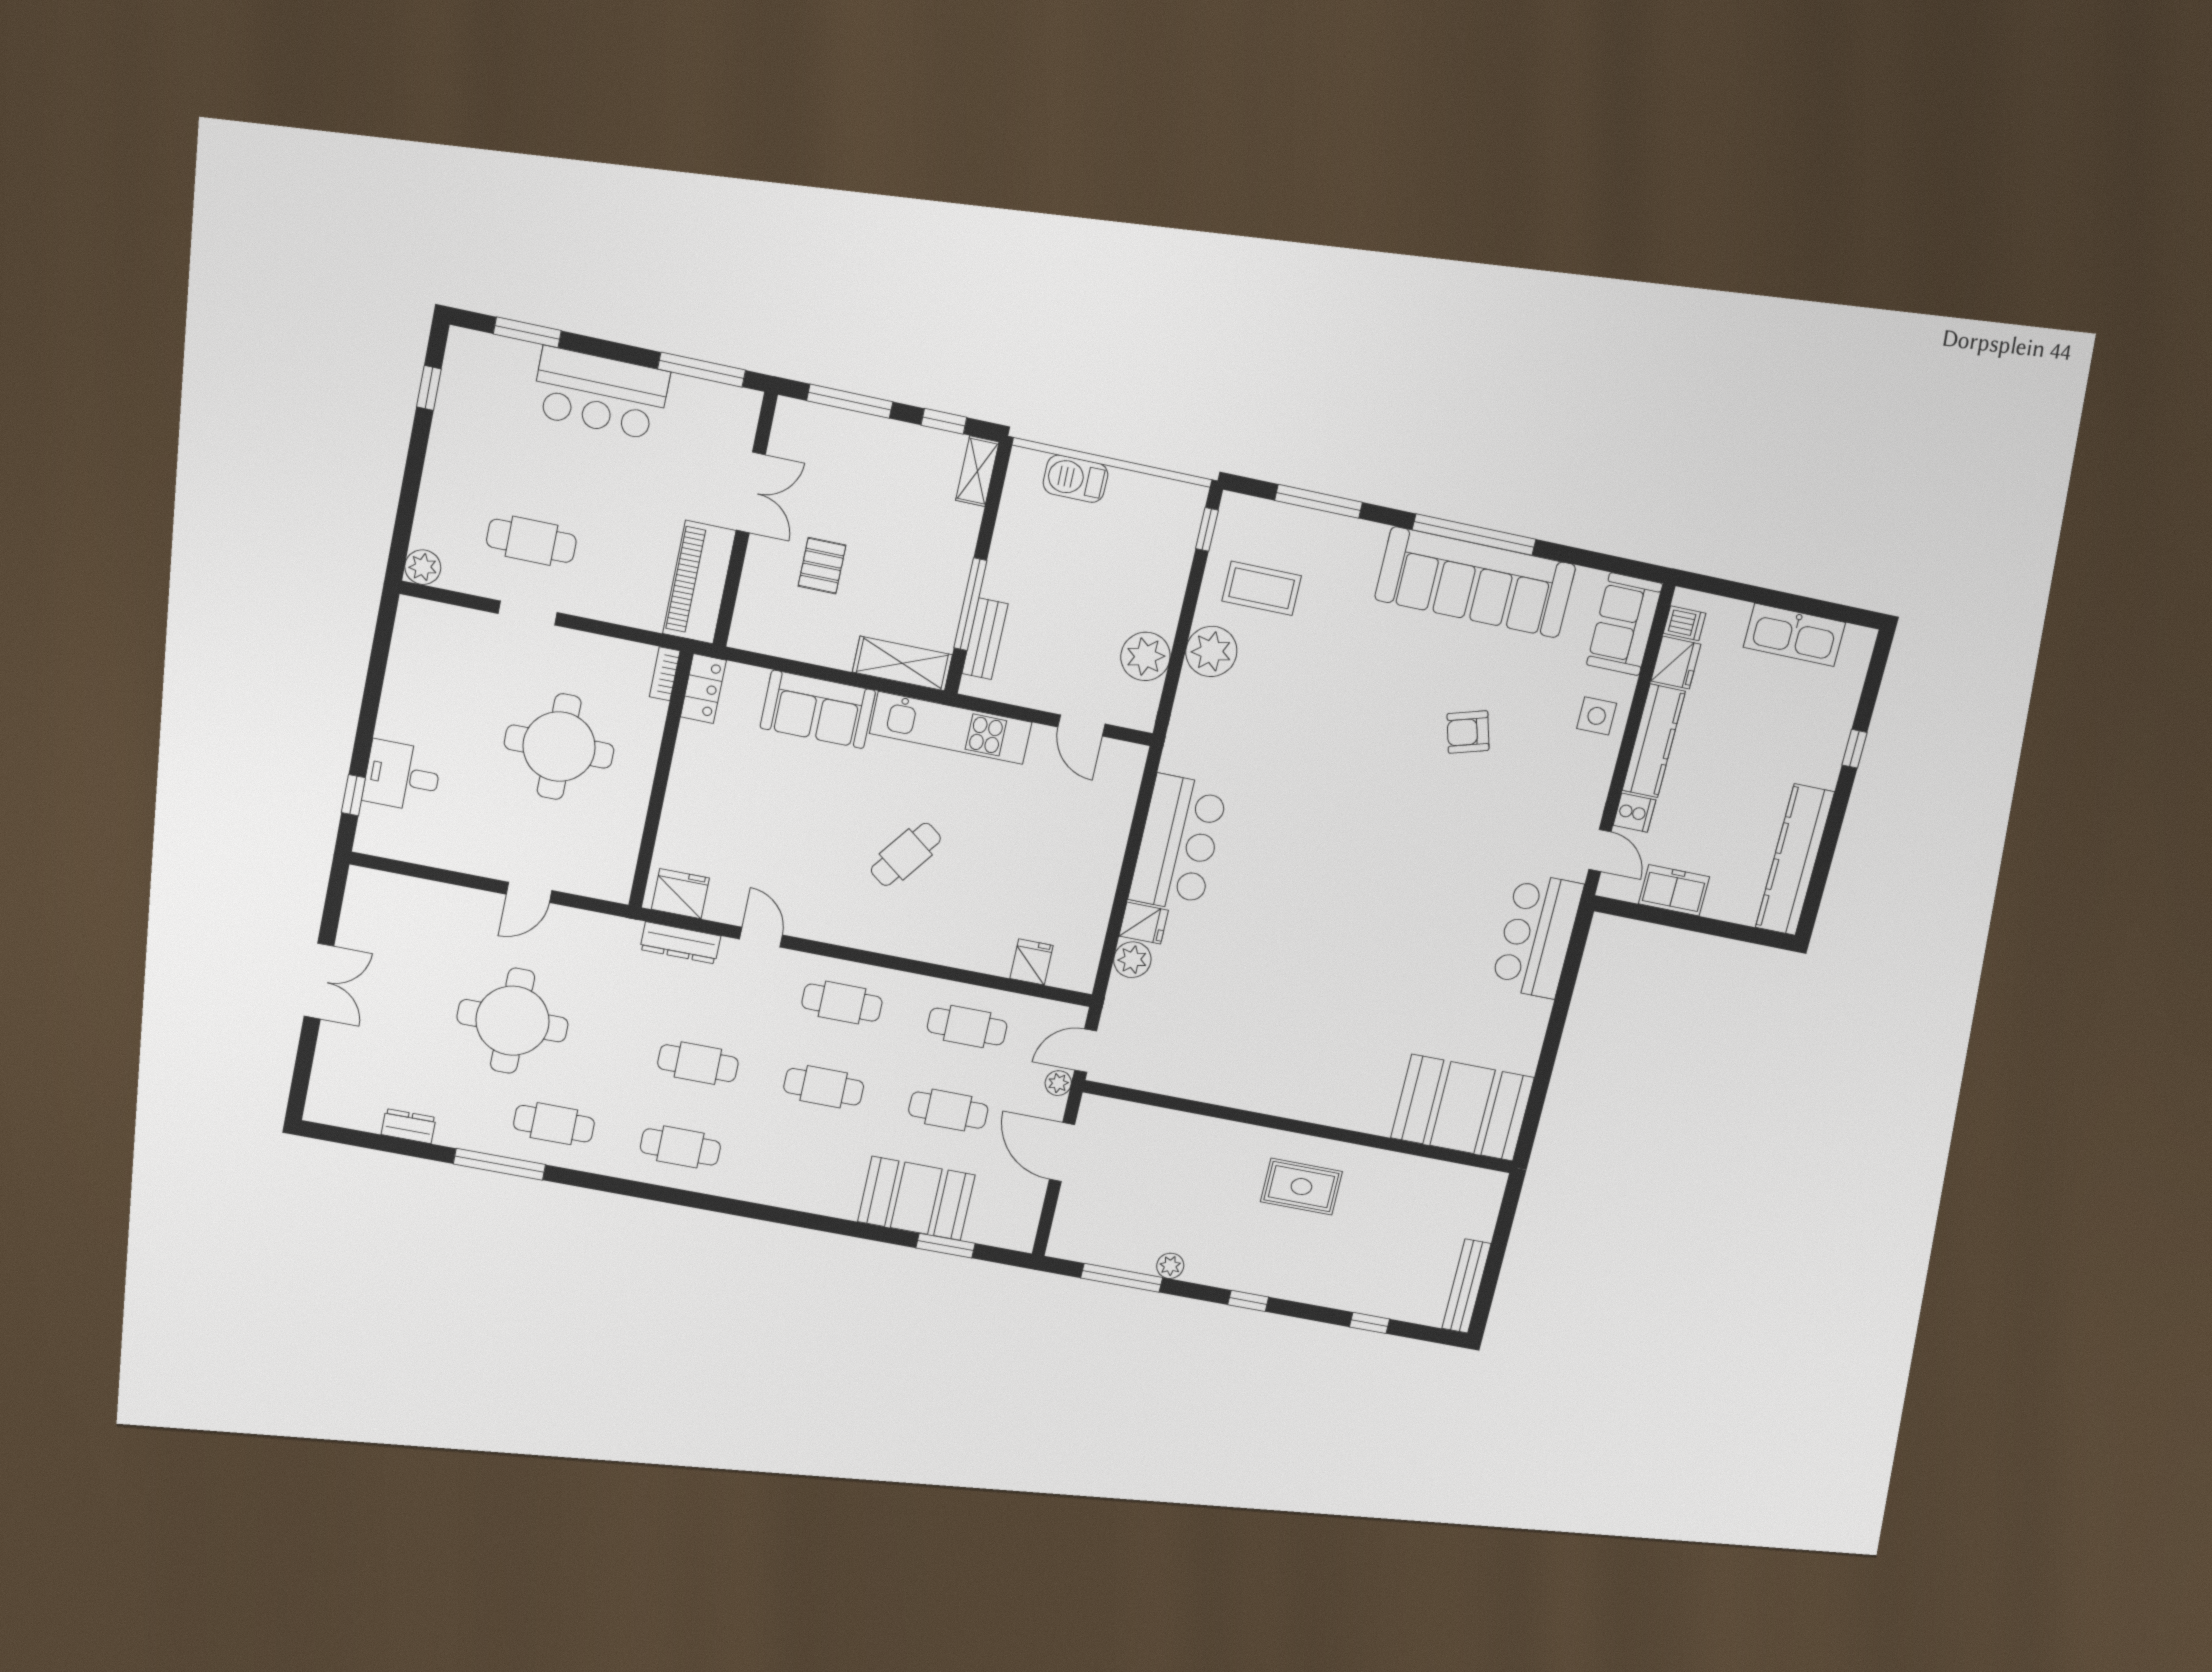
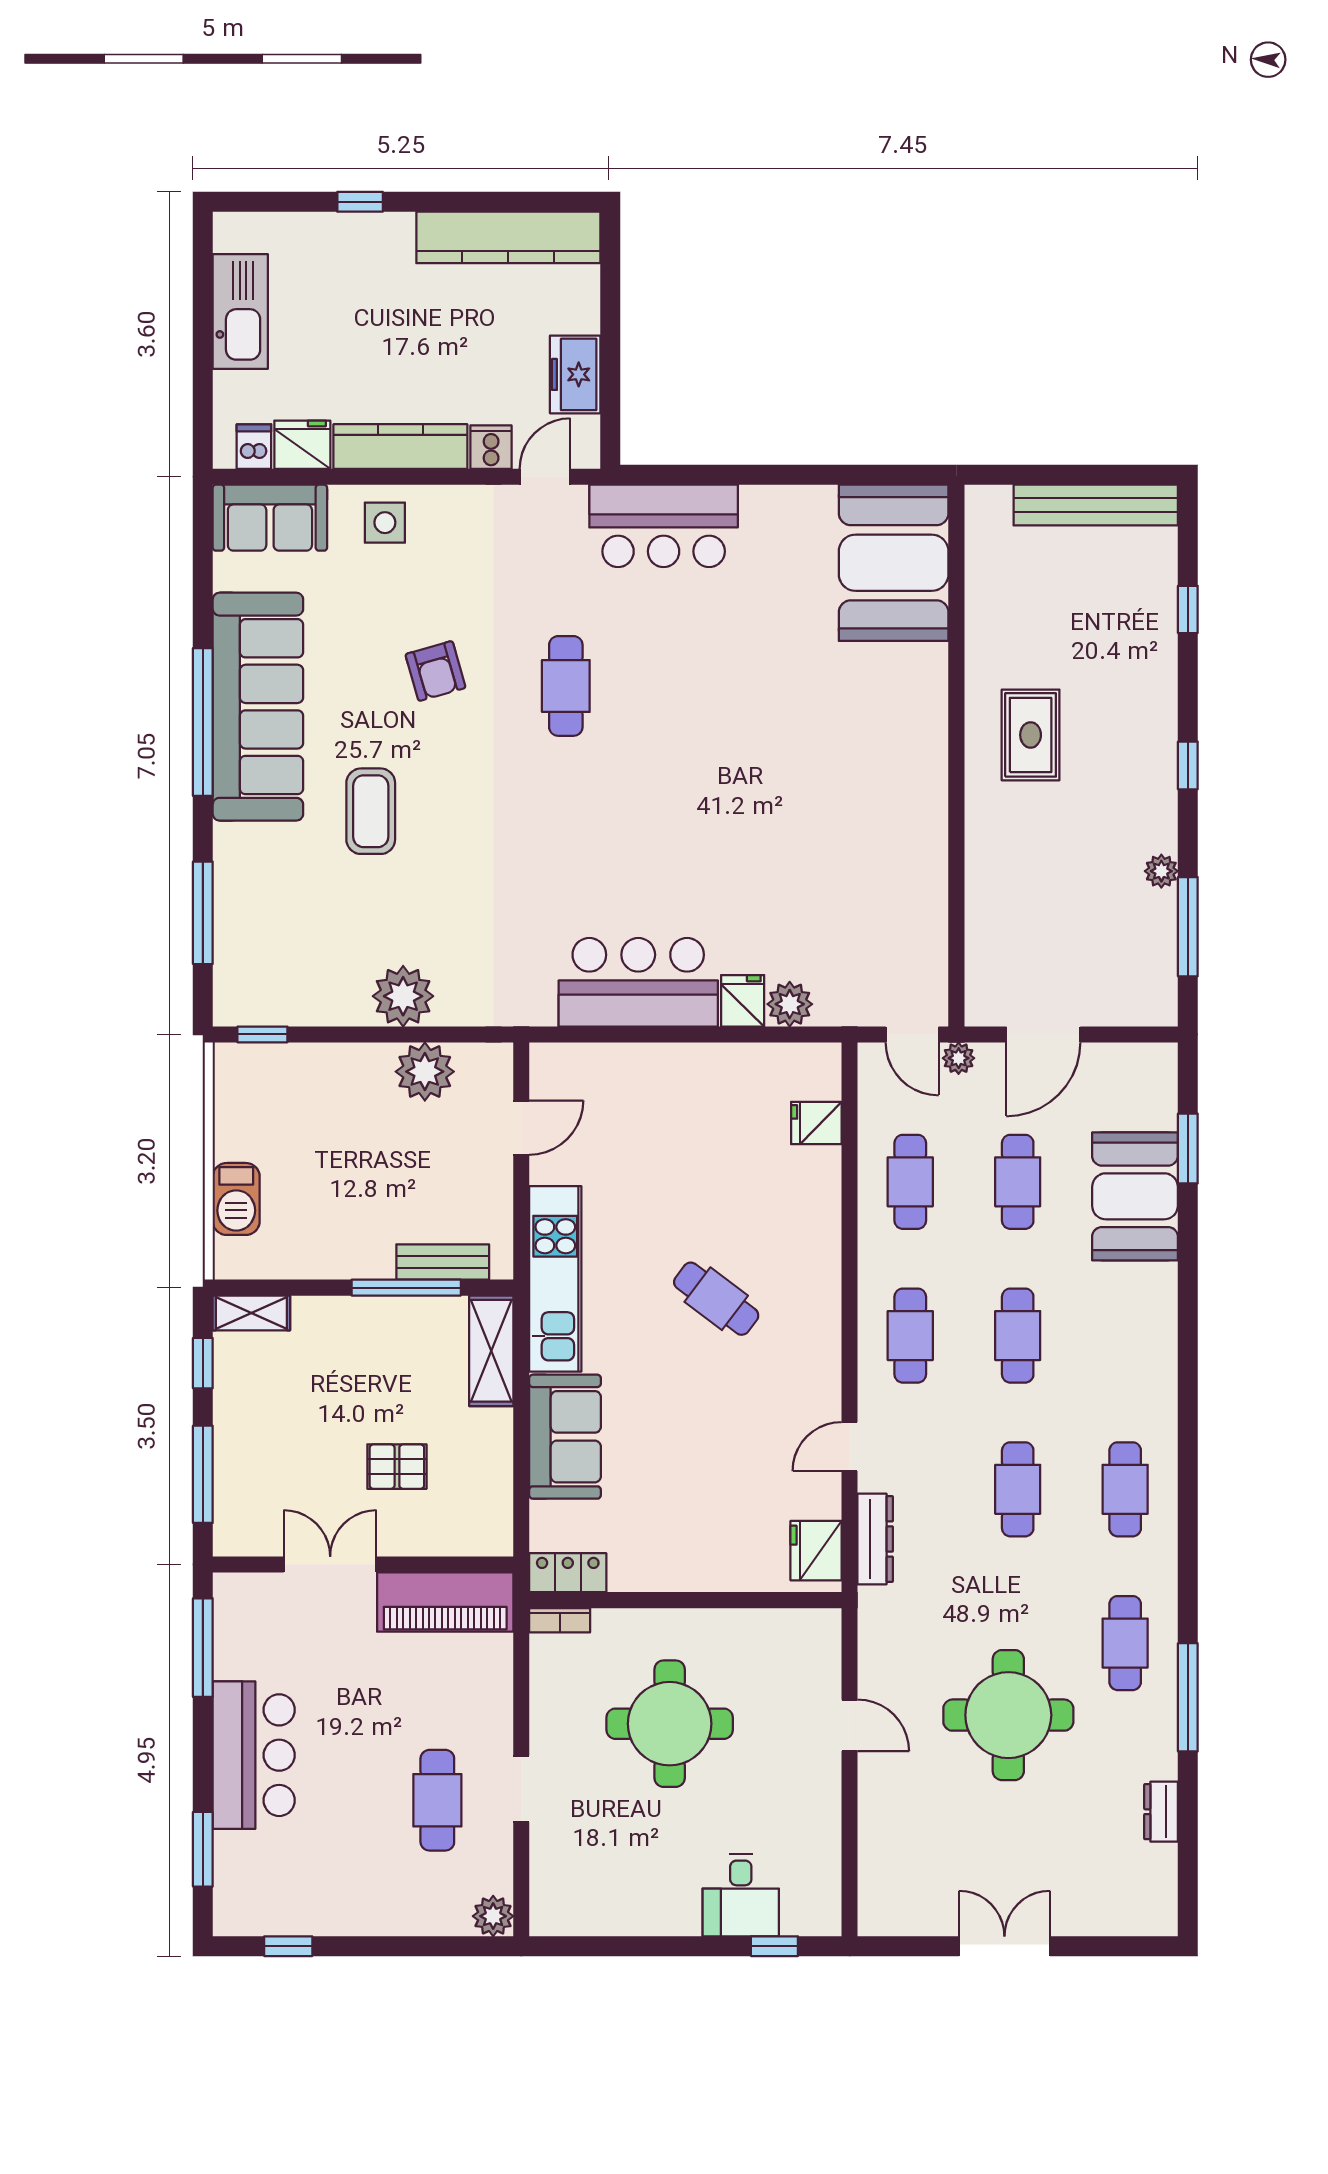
coffee table: (1262, 588) -> (371, 811), moved
cafe table: (1430, 833) -> (566, 686), added
bench: (1466, 1286) -> (1096, 505), width x1.37, depth x1.21

